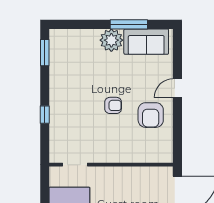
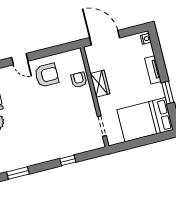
armchair: (113, 105) -> (79, 80), moved
wardrobe: (125, 175) -> (100, 84), added

